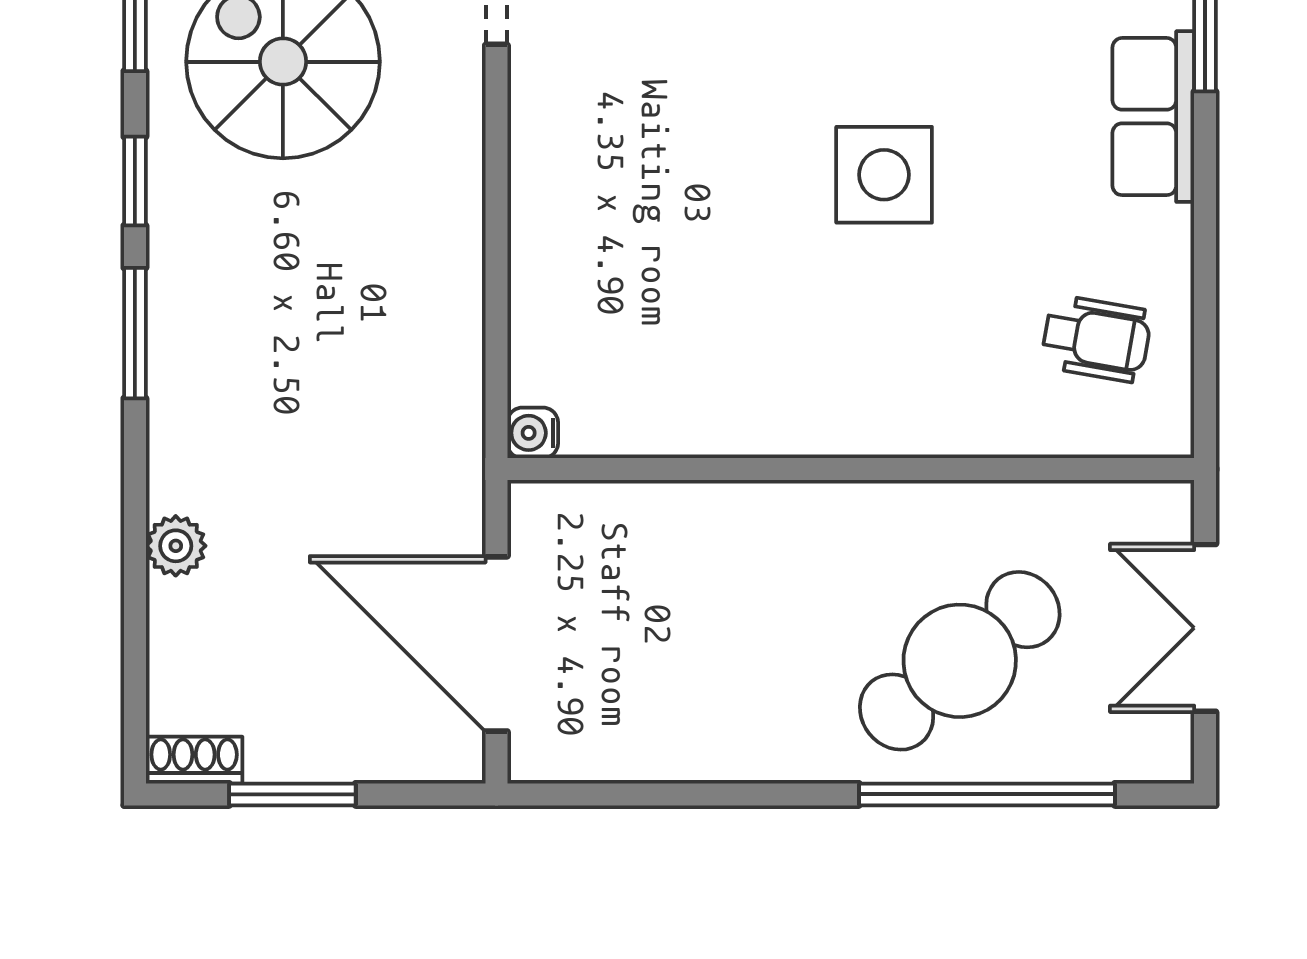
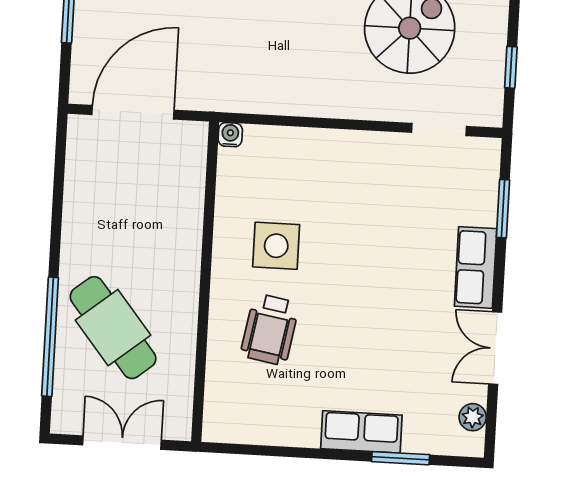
side table: (884, 175) -> (276, 246), moved
wheelchair: (1096, 339) -> (270, 329), moved, width x1.36, depth x1.37

